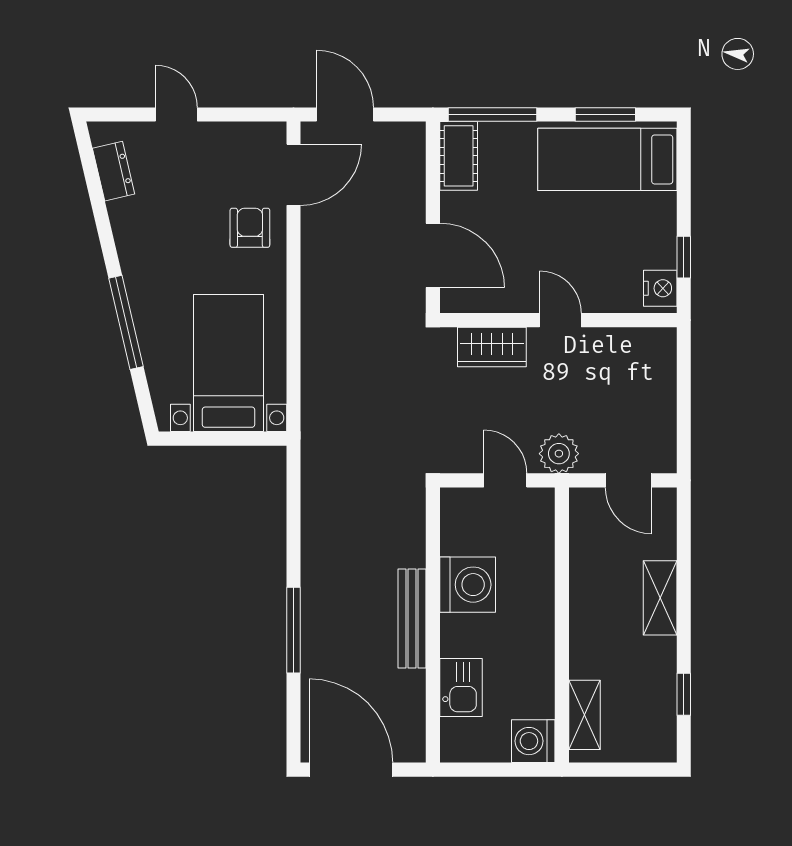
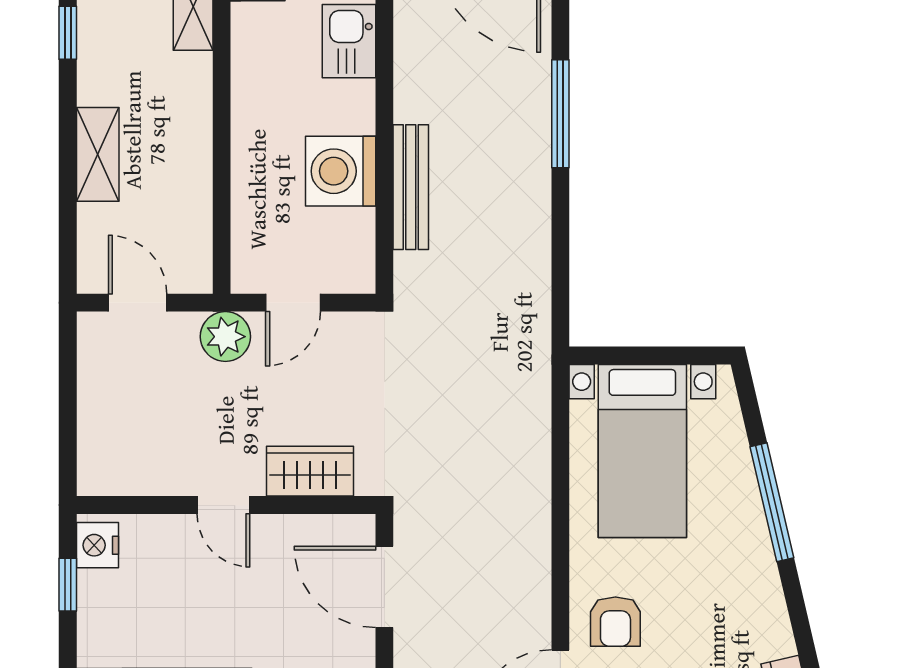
door: (505, 480) -> (293, 303), hinge flipped
bench: (412, 619) -> (411, 187), moved

